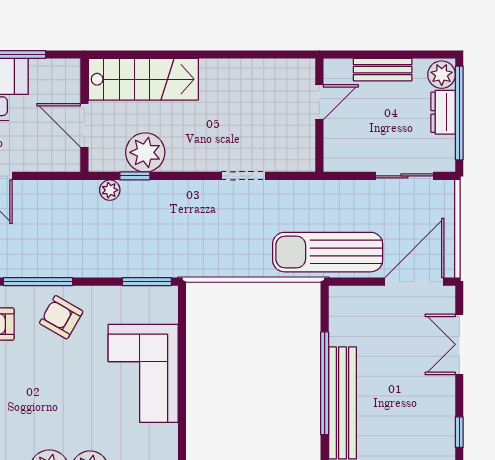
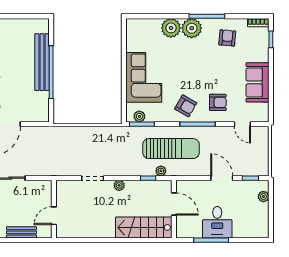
plant: (145, 152) -> (119, 185), moved, width x0.53, depth x0.53
sun lounger: (328, 252) -> (171, 149), moved
plant: (152, 297) -> (139, 116), added

